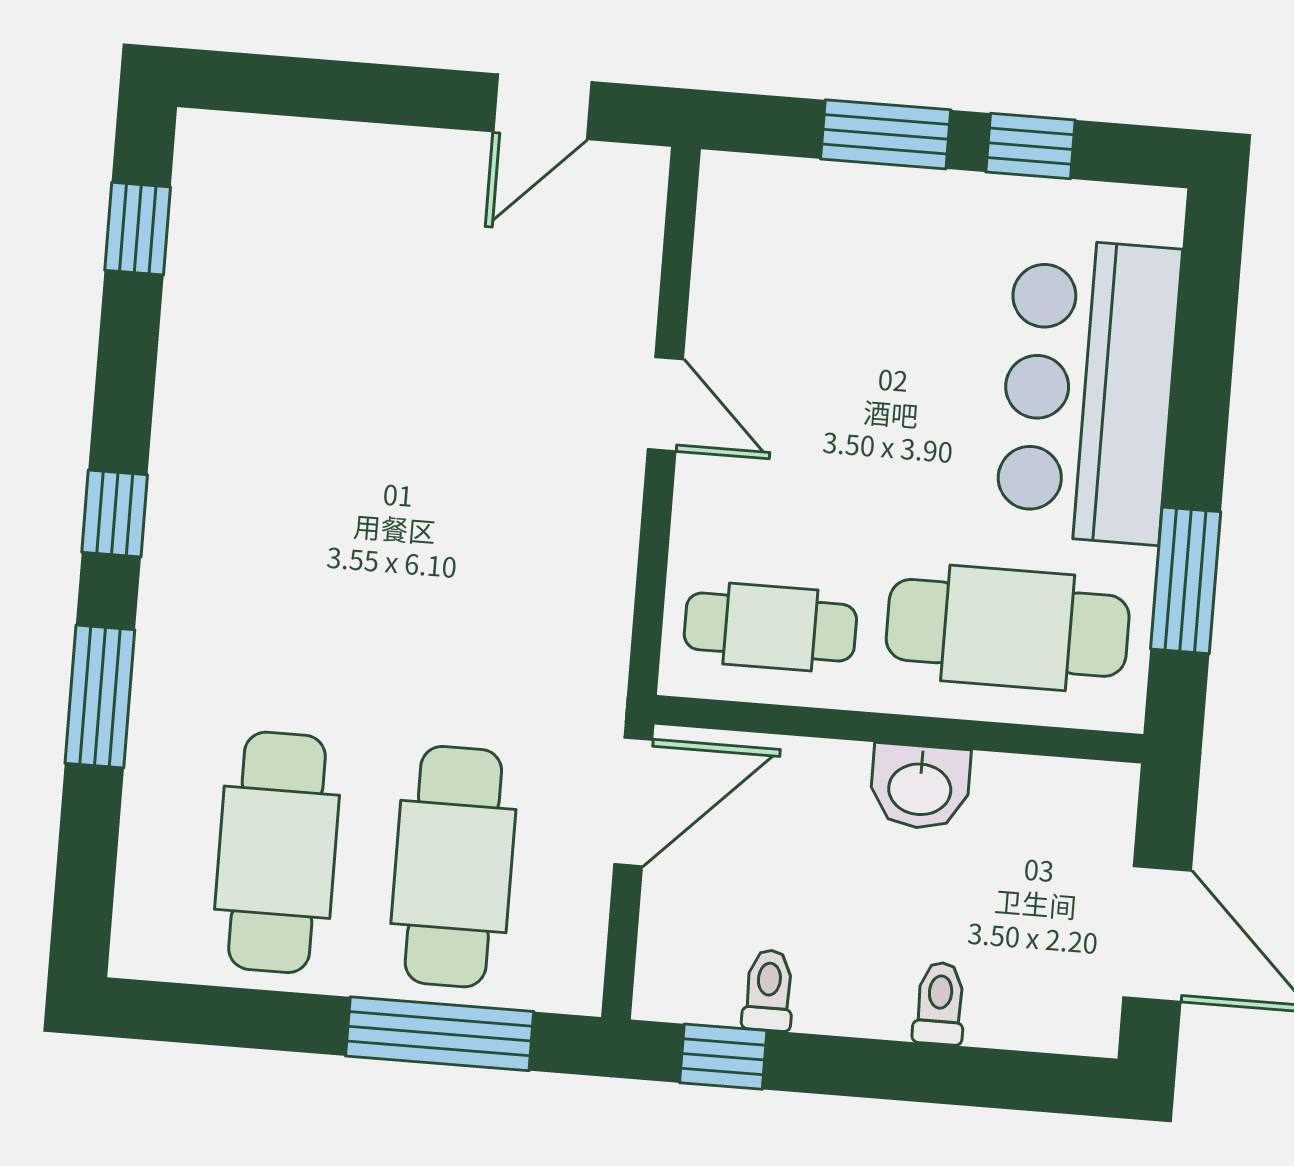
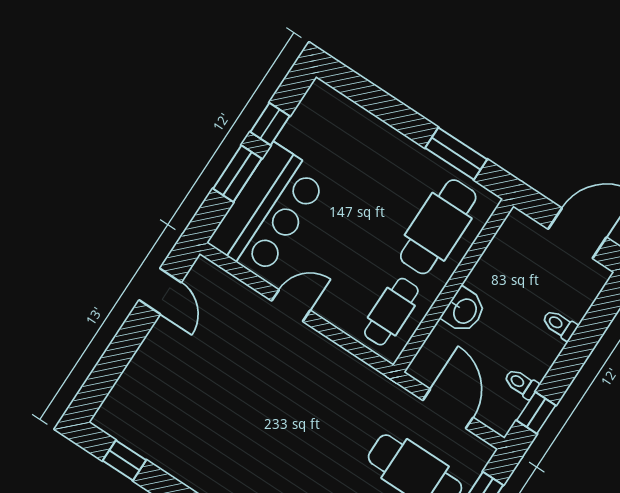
bar counter: (1088, 391) -> (268, 211), moved, turned -90
washbasin: (920, 787) -> (464, 311), moved
door: (633, 802) -> (448, 409), moved

